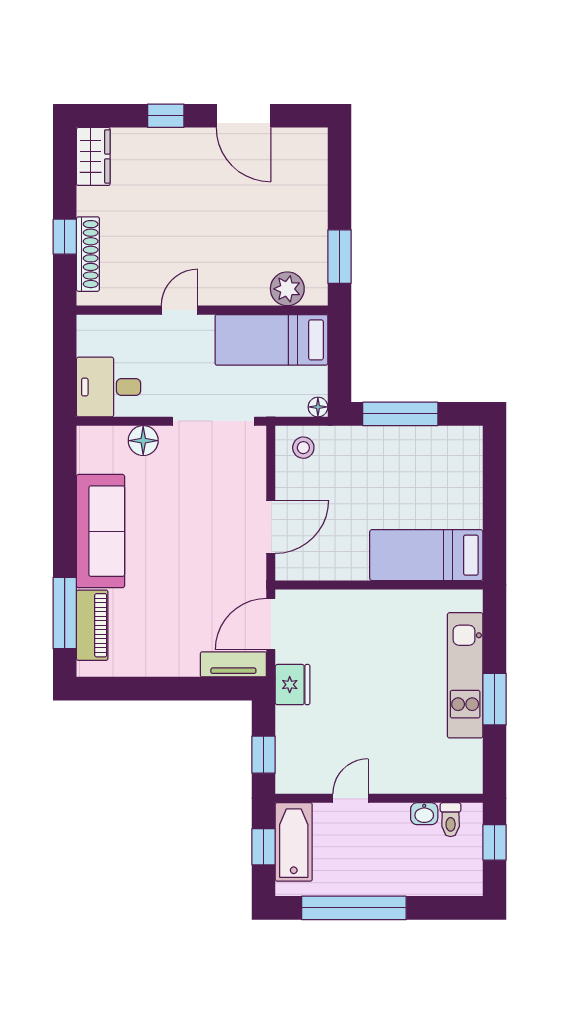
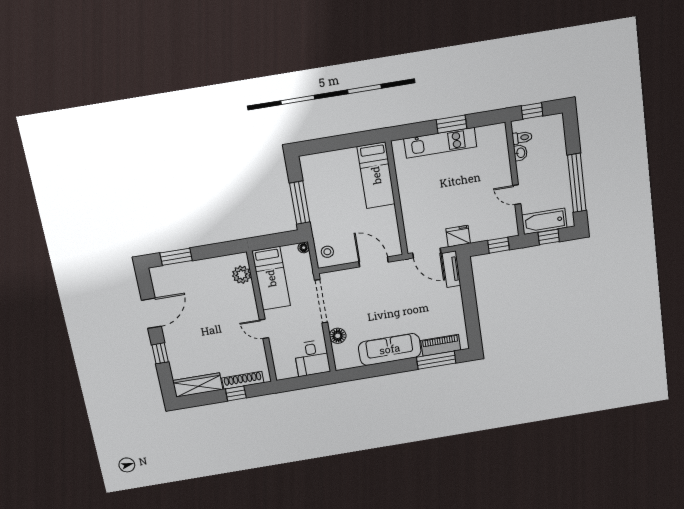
wardrobe: (93, 156) -> (198, 385), width x1.50
window: (340, 257) -> (176, 257), moved

